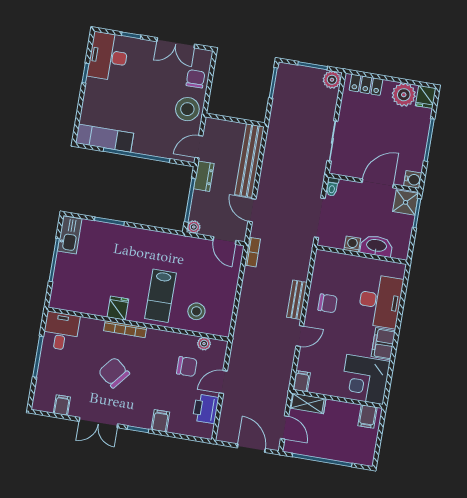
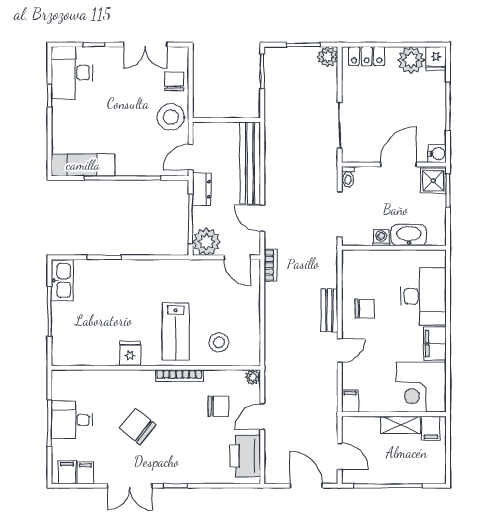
plant: (194, 227) -> (206, 242), width x1.87, depth x1.87
bookcase: (125, 329) -> (179, 376), moved
desk: (61, 331) -> (72, 420), moved, turned -90
plant: (204, 344) -> (253, 377), moved
shelving: (308, 403) -> (401, 425), moved
printer: (206, 409) -> (245, 456), width x1.37, depth x1.19
filing cabinet: (160, 421) -> (67, 472), moved

